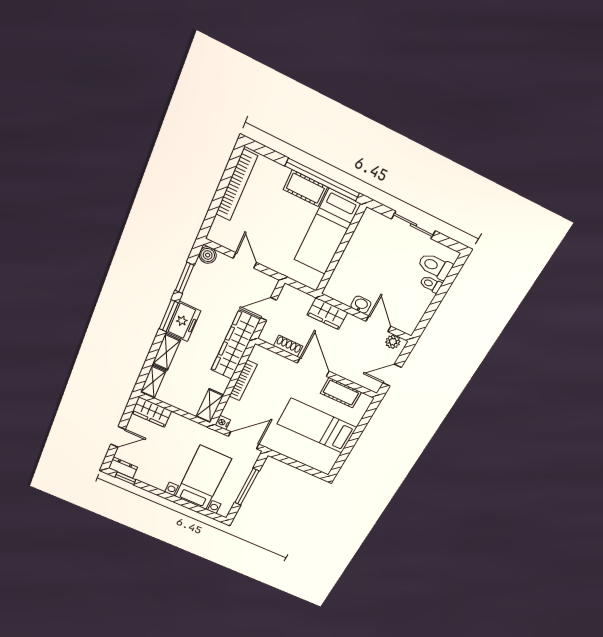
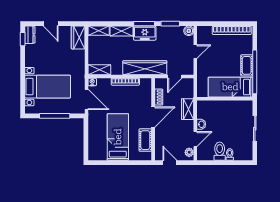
toilet: (435, 266) -> (220, 151), moved
door: (269, 309) -> (175, 76), swing flipped

